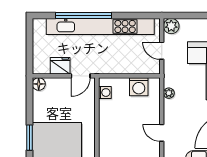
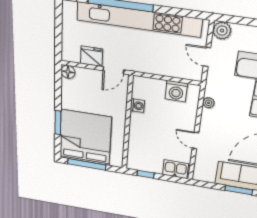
washing machine: (105, 93) -> (137, 106), moved

